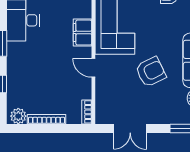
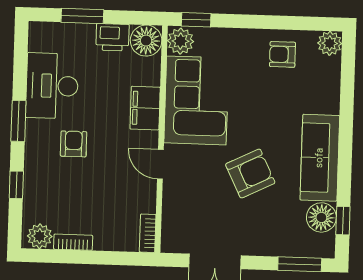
armchair: (38, 57) -> (74, 144), added
bookcase: (47, 119) -> (73, 242), width x0.64

